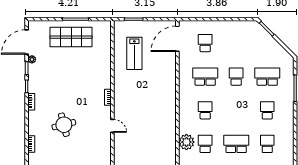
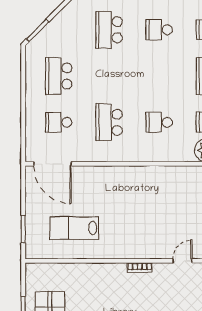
lab bench: (134, 53) -> (74, 228), turned 180
school desk: (236, 77) -> (59, 76), moved, width x1.85

